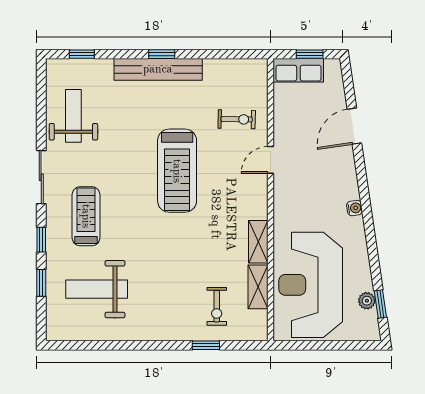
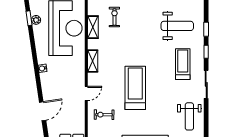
treadmill: (86, 216) -> (183, 64), turned 180
shelving: (258, 242) -> (93, 61), moved

